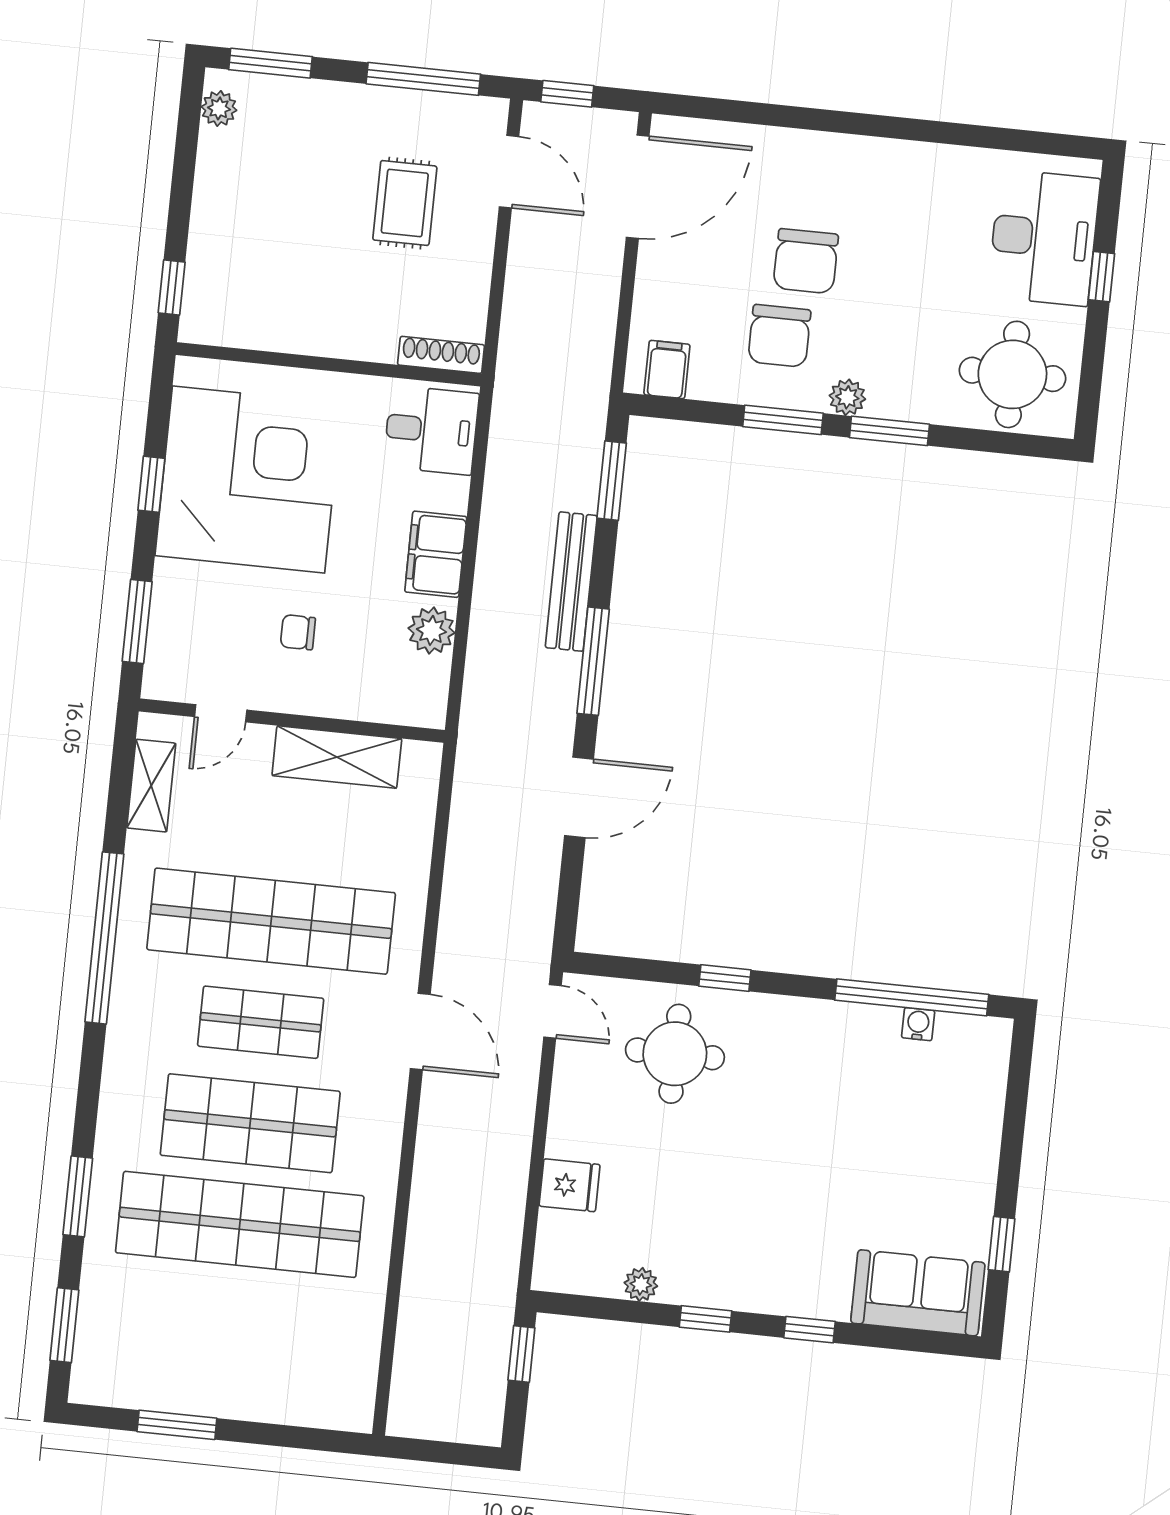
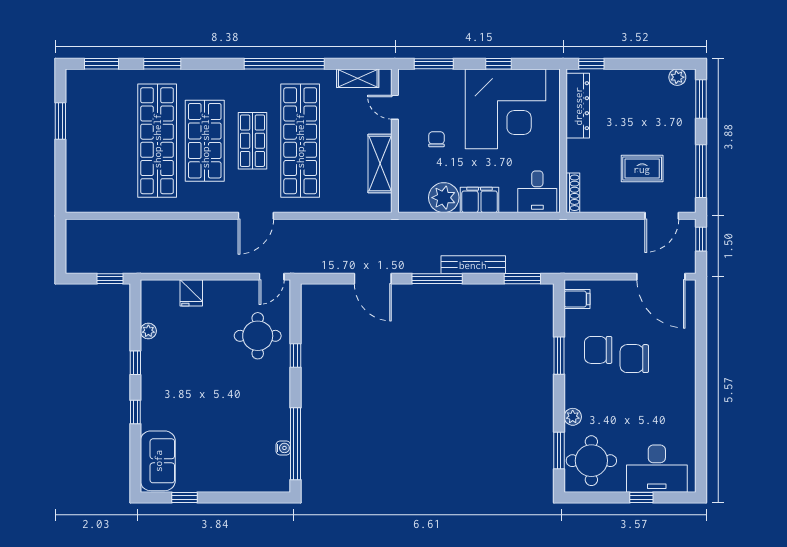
dresser: (258, 326) -> (578, 106), added
plant: (847, 397) -> (573, 417), moved
window: (889, 431) -> (559, 451), moved
plant: (431, 630) -> (444, 198), width x1.36, depth x1.36

